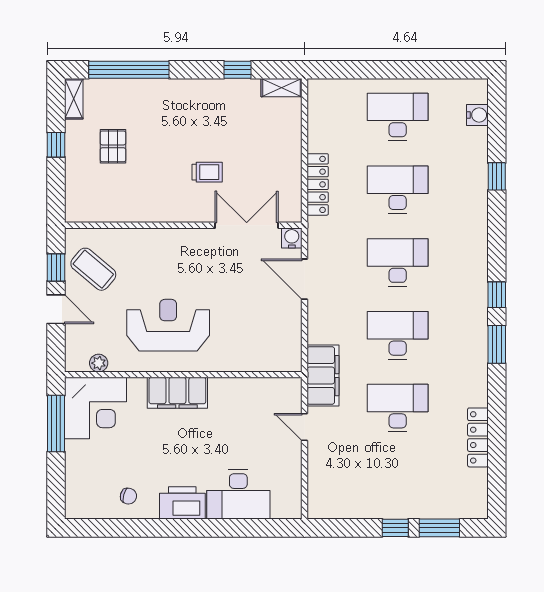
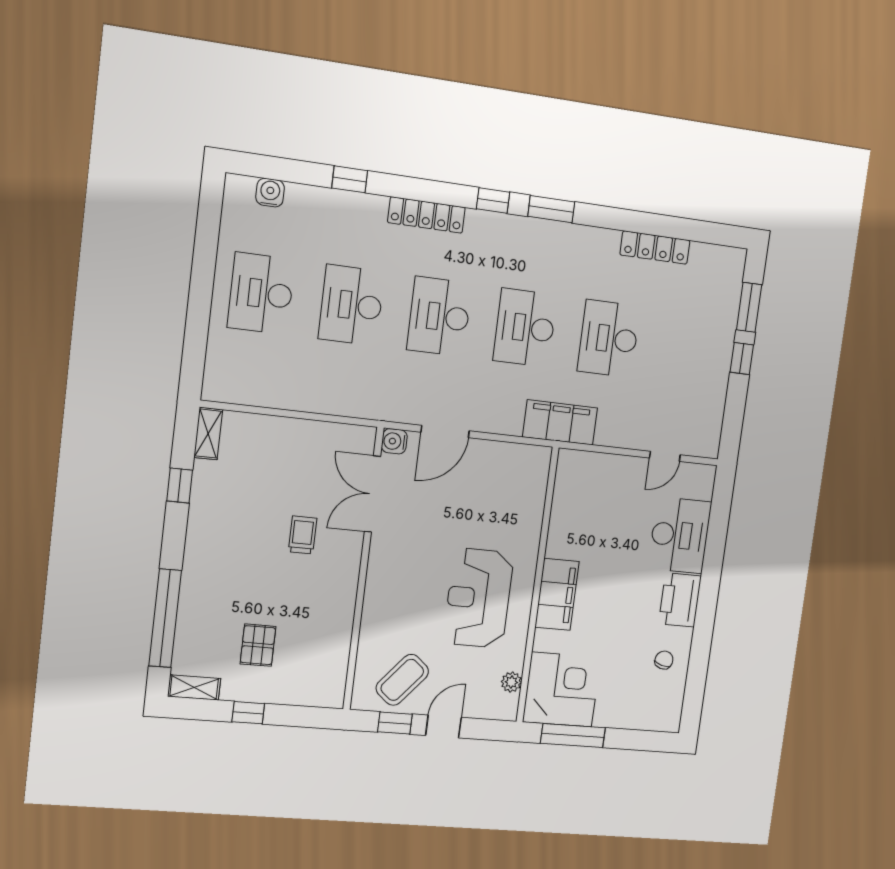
pallet: (113, 146) -> (258, 645), turned 90
locker: (318, 184) -> (427, 215), moved, turned 180
door: (305, 427) -> (665, 456), moved

